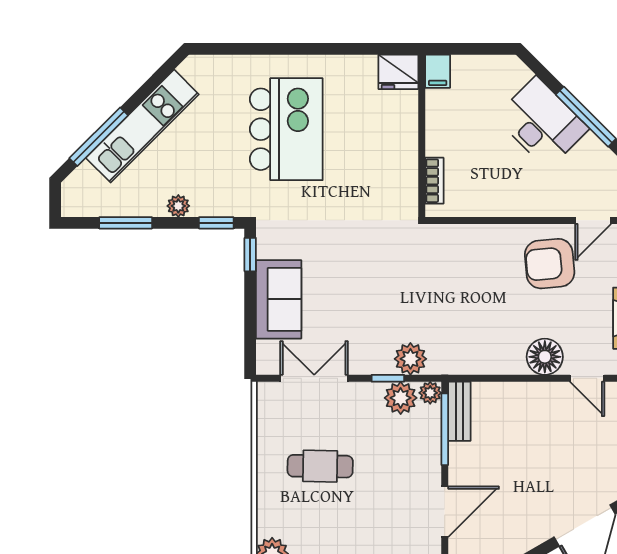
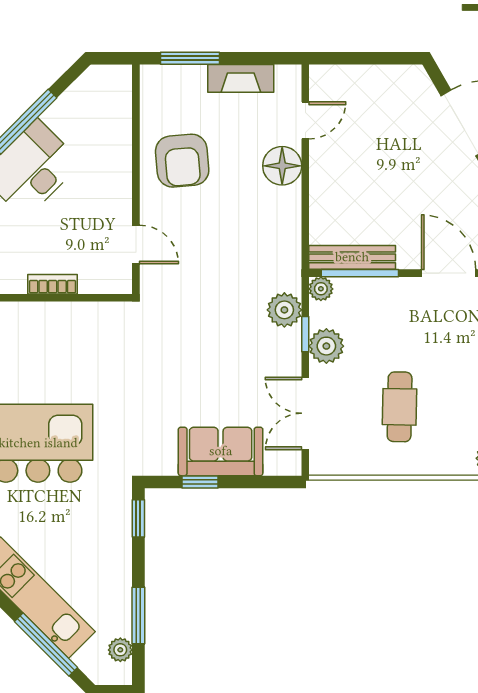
bookcase: (434, 181) -> (53, 284), moved
plant: (178, 206) -> (120, 650), moved
door: (593, 220) -> (136, 244), moved
window: (250, 255) -> (200, 482), moved
plant: (401, 398) -> (326, 346), moved
bench: (459, 411) -> (352, 257), width x1.36

